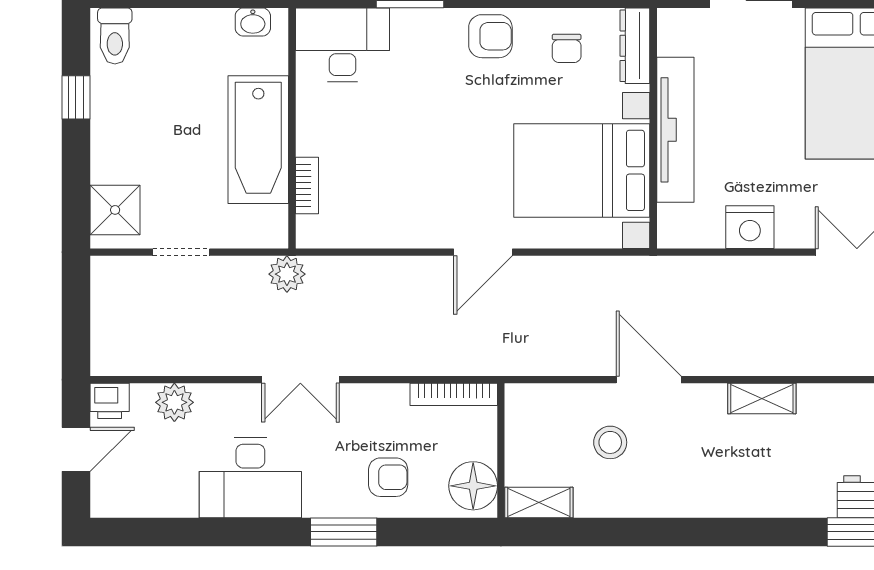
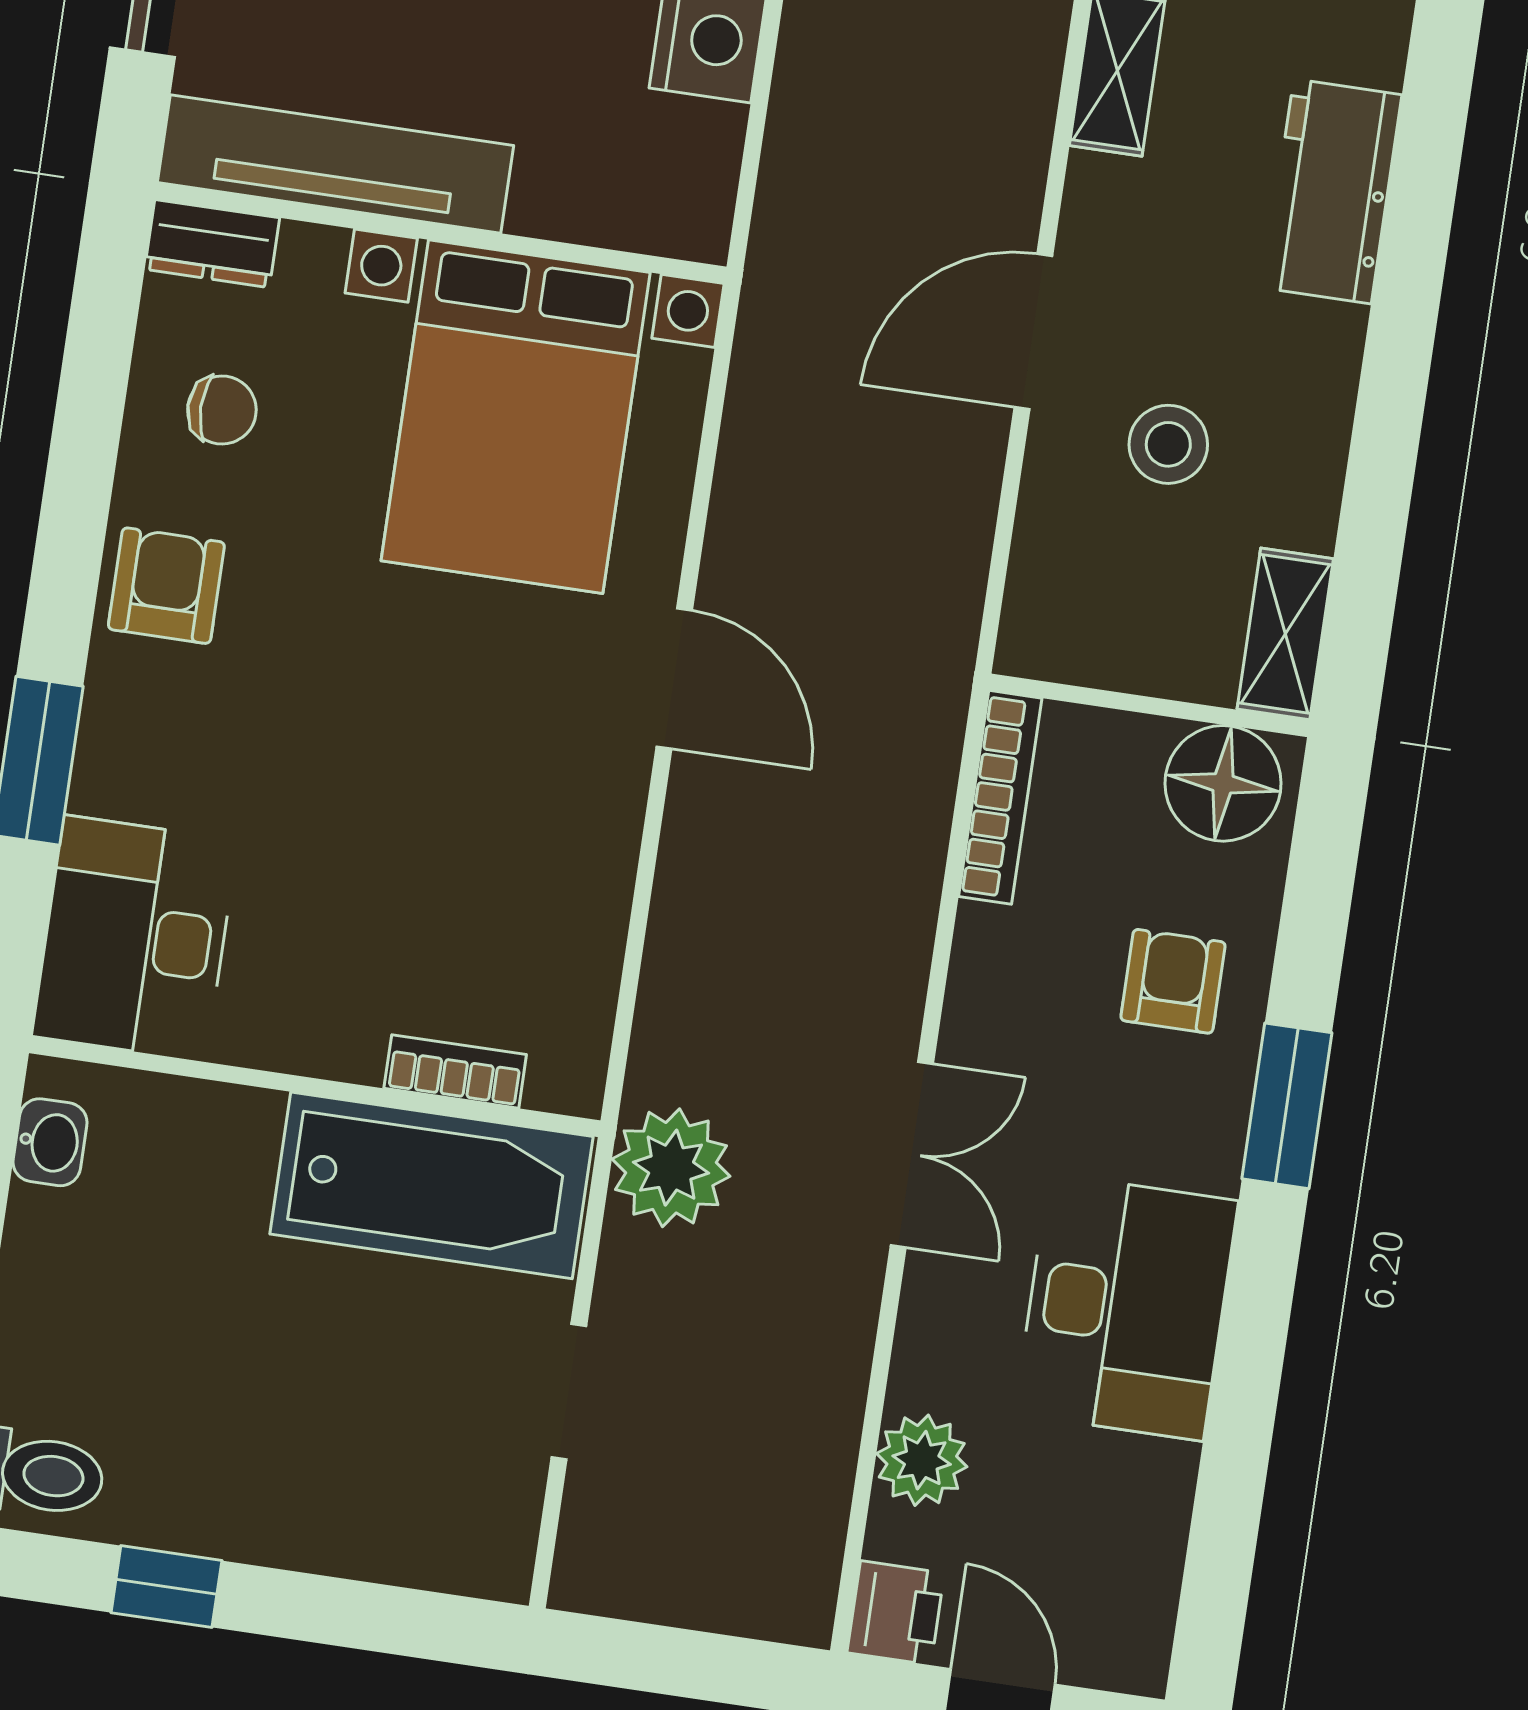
dresser: (635, 46) -> (212, 244), width x0.70
tv unit: (675, 130) -> (336, 164), moved
bathtub: (258, 140) -> (432, 1185), moved
shower: (115, 210) -> (446, 1533), removed
plant: (287, 274) -> (671, 1168), width x1.36, depth x1.36
workbench: (725, 495) -> (1332, 191), added

